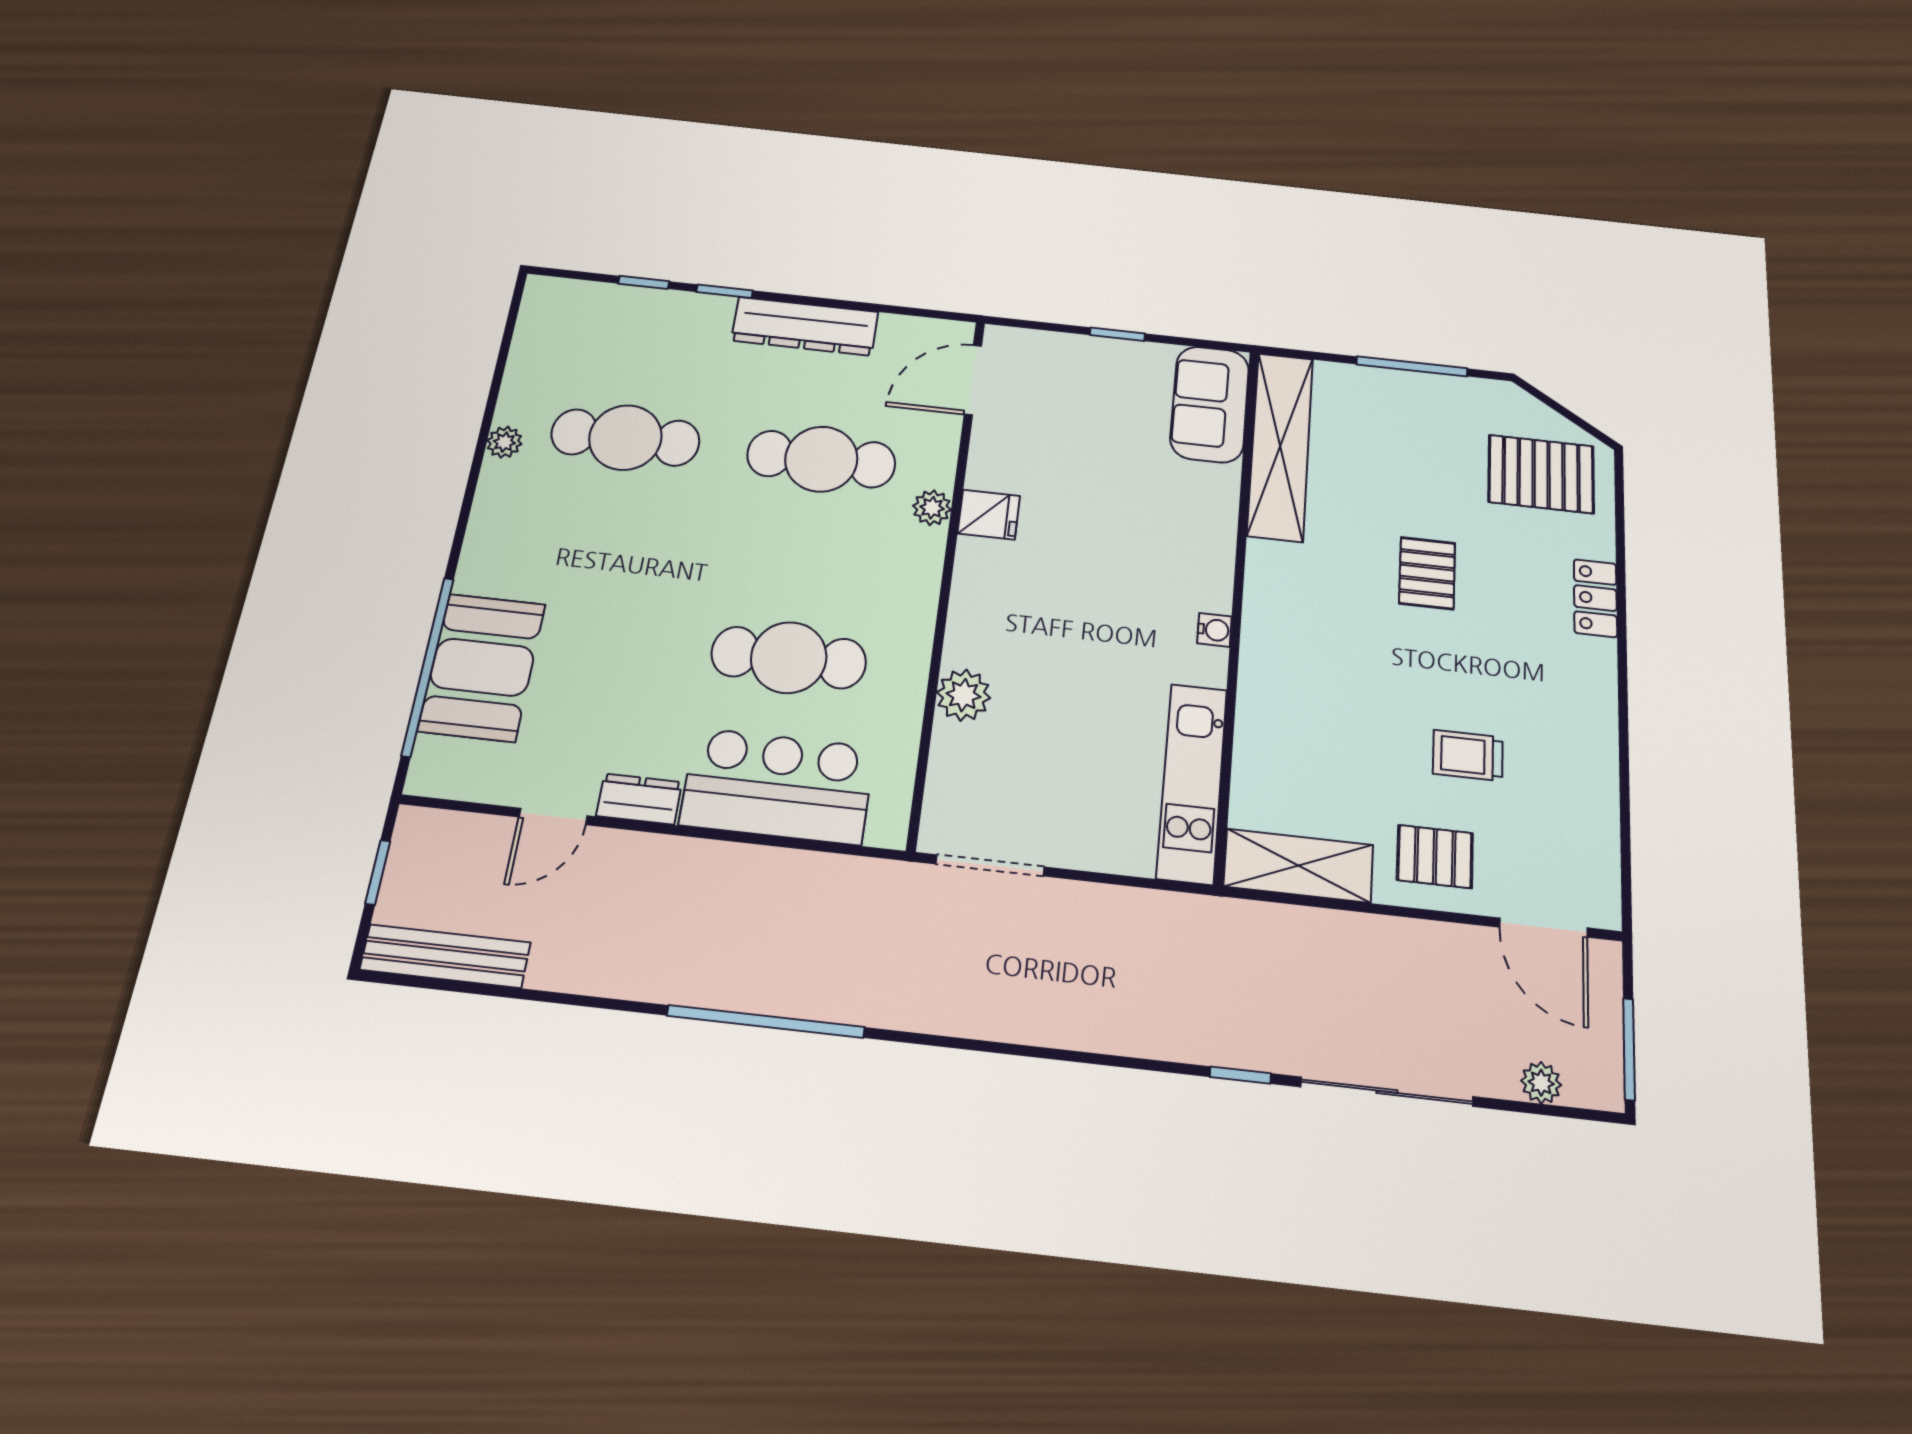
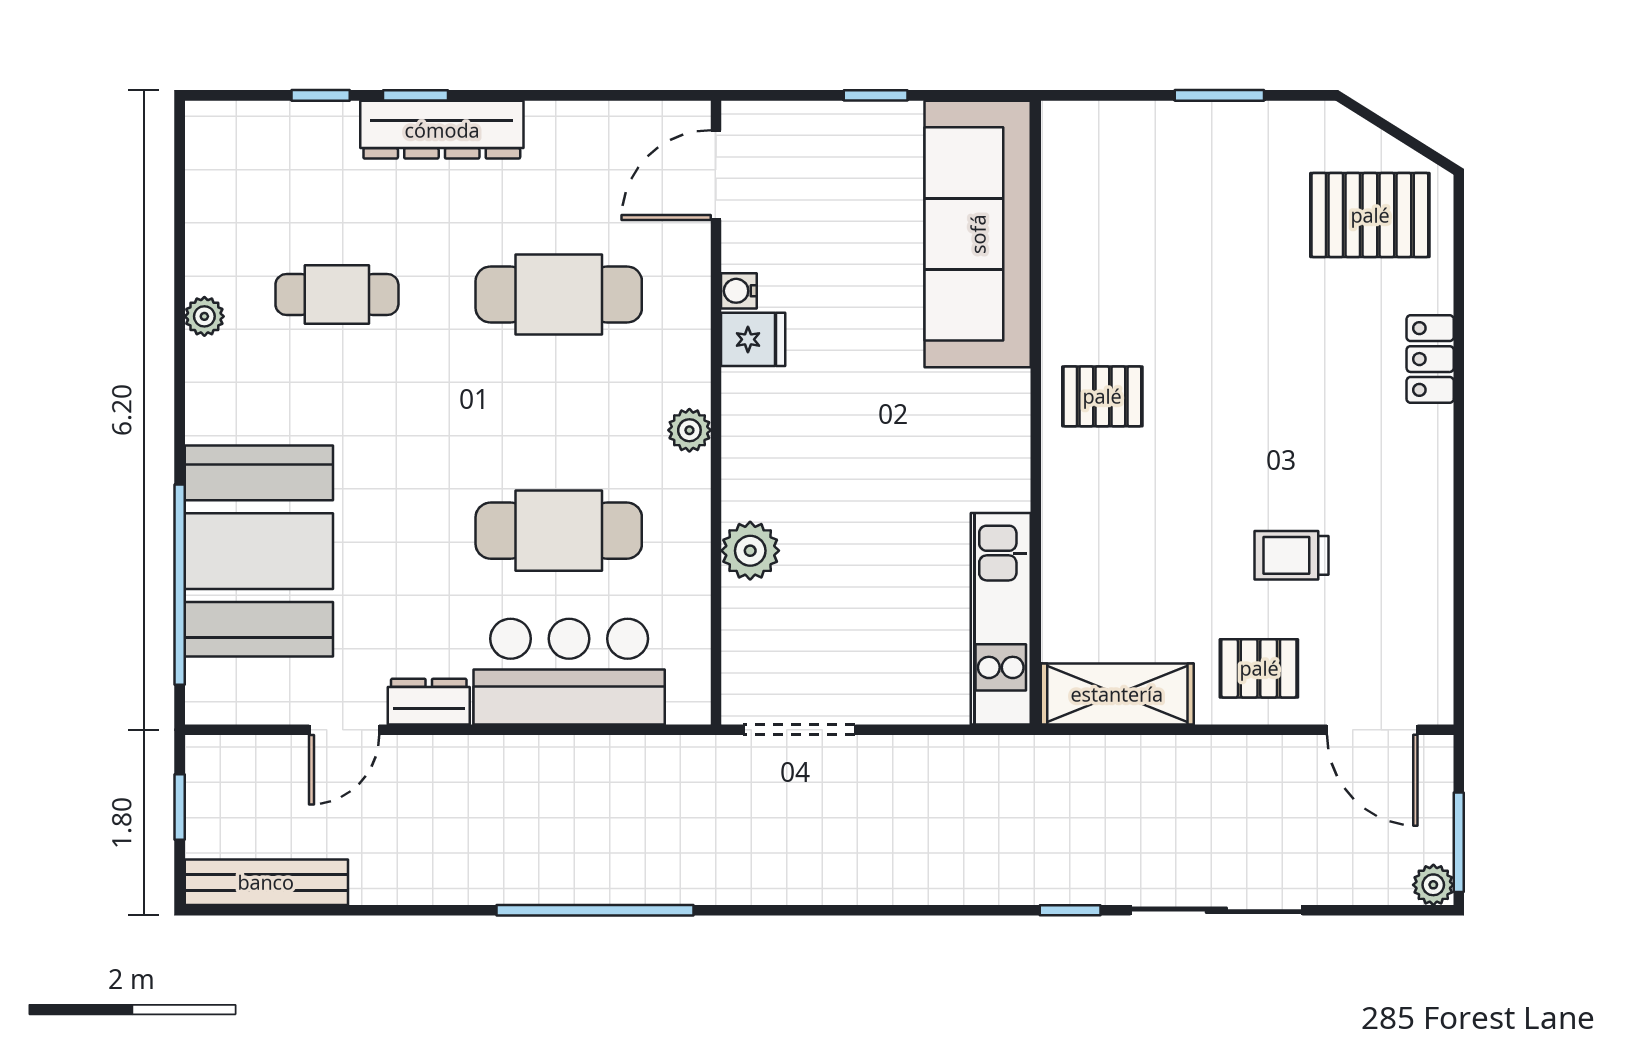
dresser: (805, 326) -> (442, 130), moved
window: (1412, 366) -> (1219, 95), width x0.69
sofa: (1210, 404) -> (978, 234), width x1.85, depth x1.27
cafe table: (625, 438) -> (337, 295), width x0.73, depth x0.74
shelving: (1280, 446) -> (1072, 216), removed
plant: (932, 508) -> (689, 430), moved
pallet: (1427, 573) -> (1102, 396), moved, turned 90
water cooler: (1214, 630) -> (739, 291), moved, turned 180
booth: (482, 667) -> (259, 551), width x1.36, depth x1.42
plant: (1541, 1083) -> (1433, 885), moved

